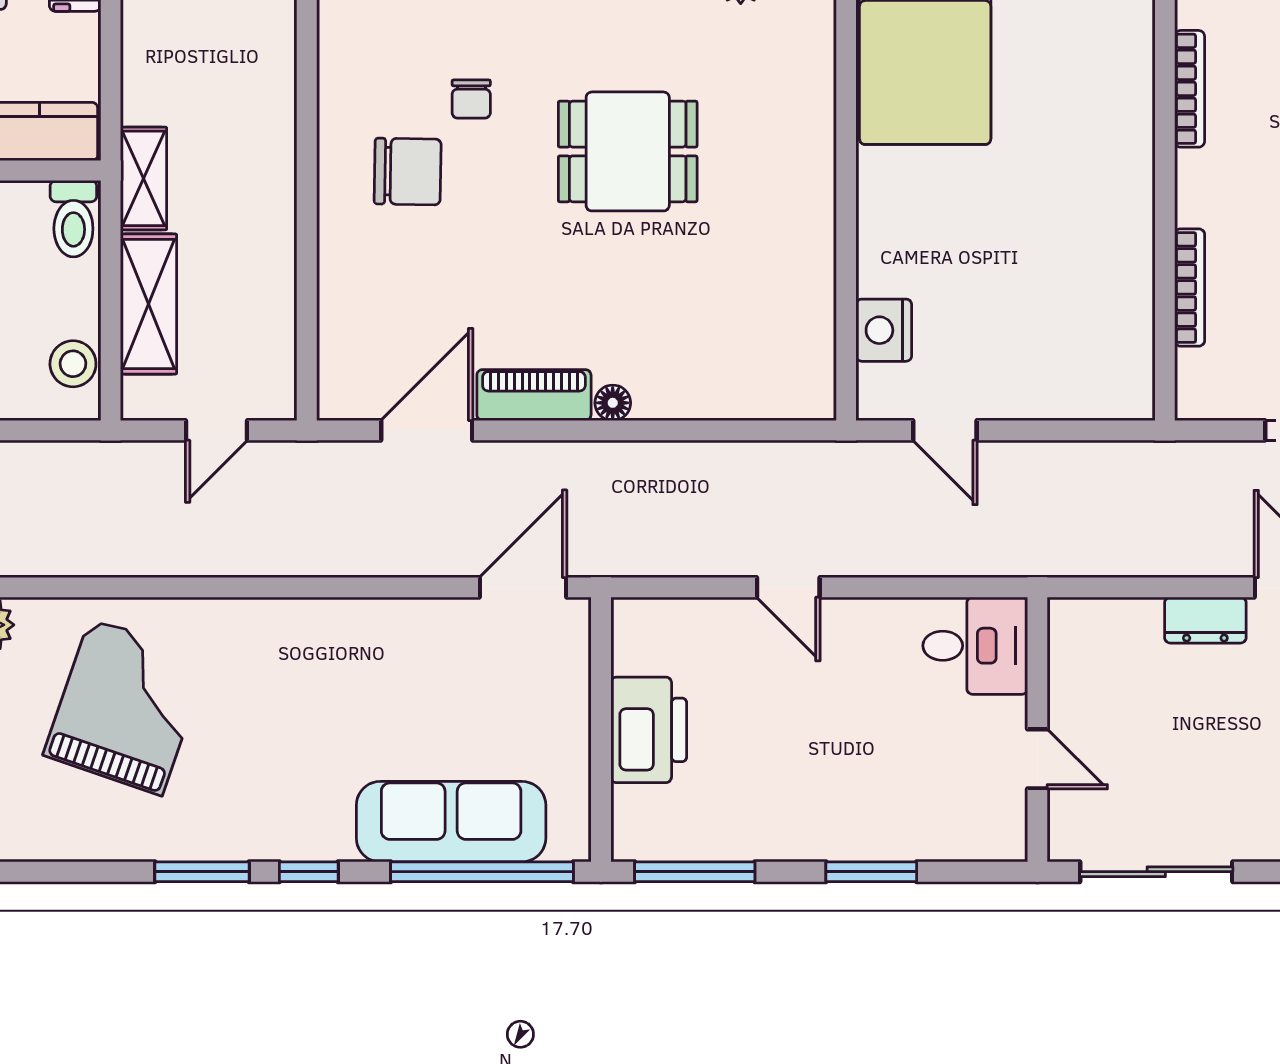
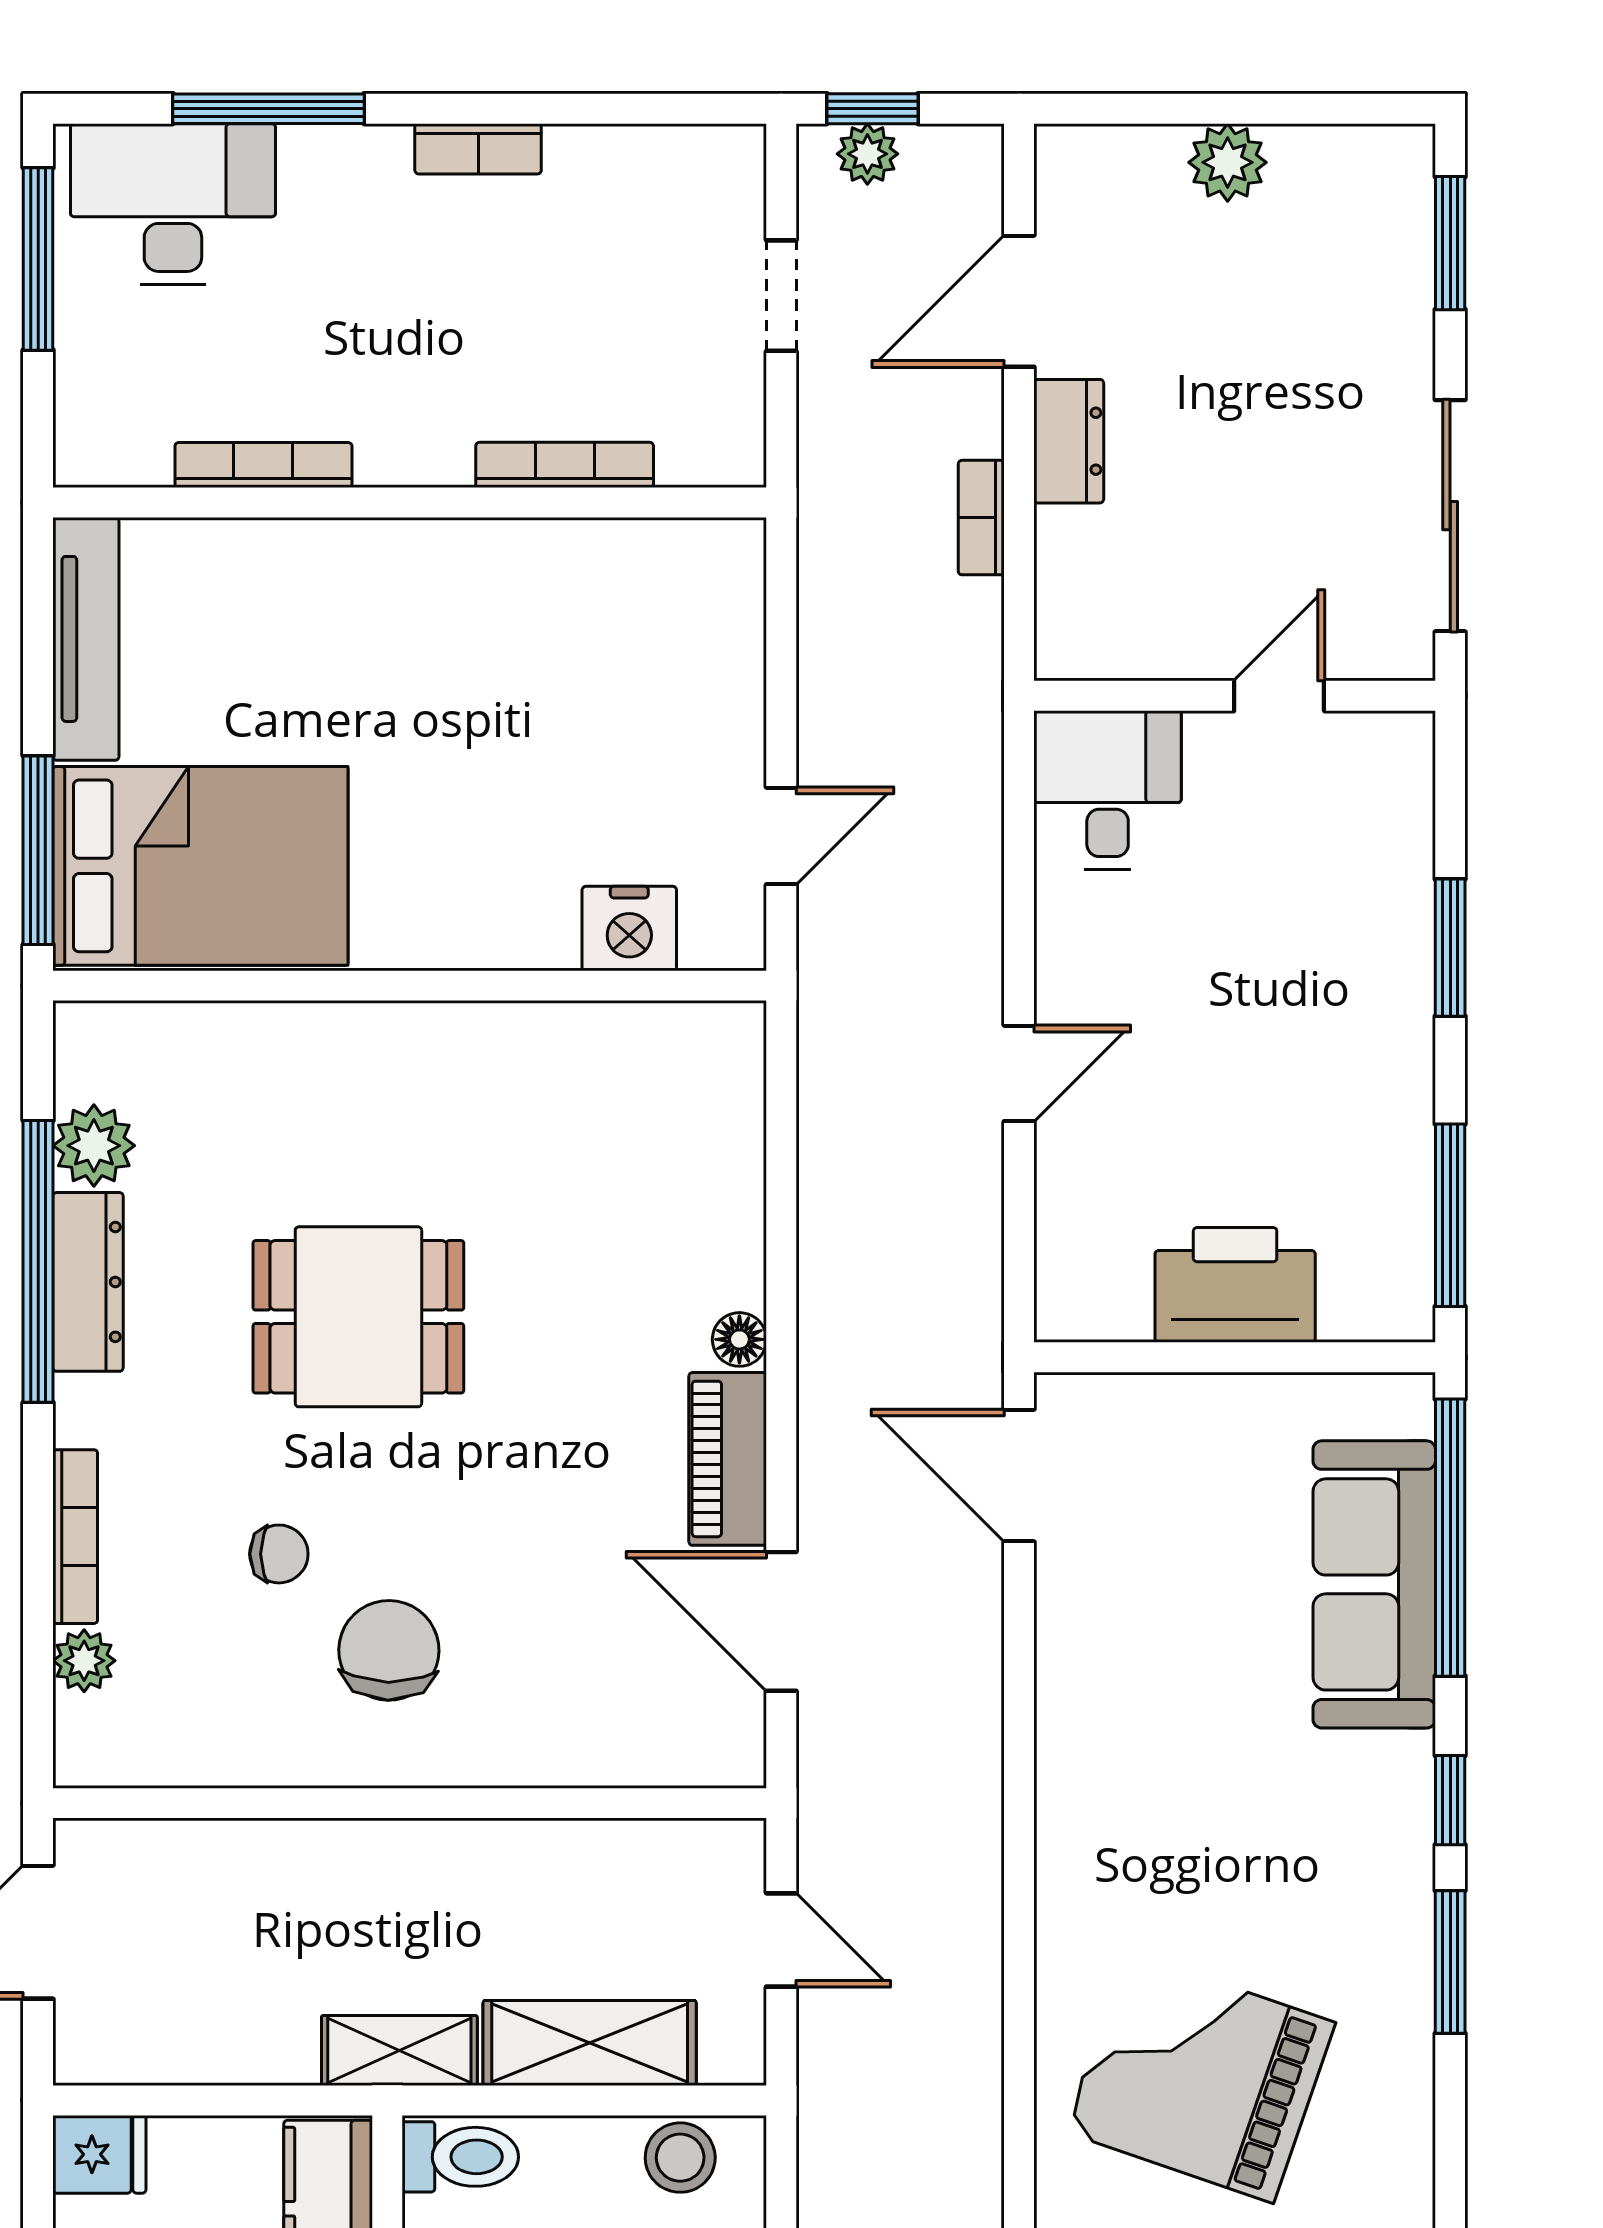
dining table: (628, 151) -> (358, 1317), turned 90
bookcase: (1155, 562) -> (981, 518), added

